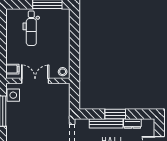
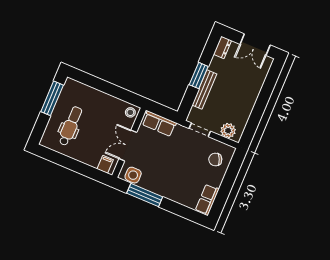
dental chair: (31, 28) -> (70, 126), turned -90
row of seats: (63, 99) -> (159, 124), added
dresser: (132, 124) -> (222, 47), moved

